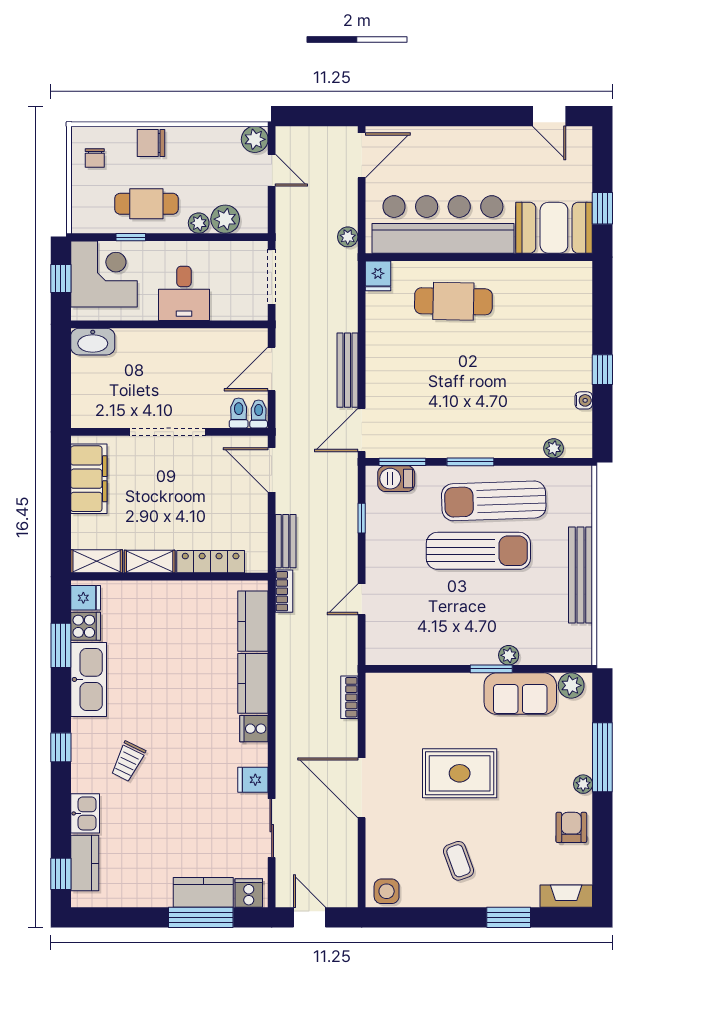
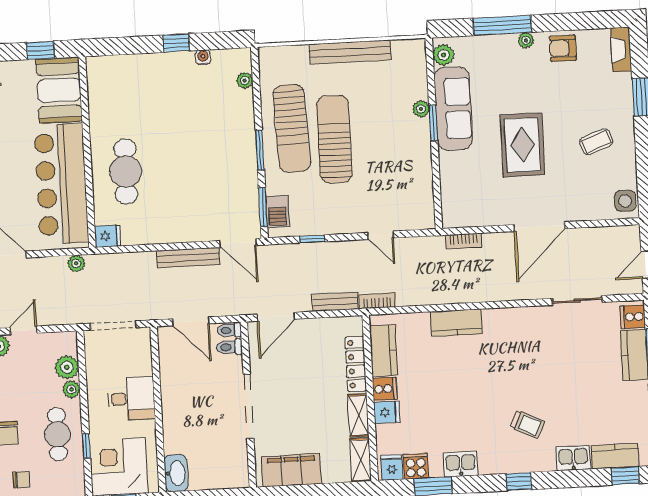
kitchen counter: (253, 621) -> (384, 351), moved, turned -90
kitchen sink: (89, 679) -> (461, 464), width x0.53, depth x0.81
sofa: (520, 694) -> (453, 108), width x1.36
cooker: (254, 729) -> (385, 389), moved, turned -90
fridge: (253, 780) -> (387, 412), moved, turned -90

